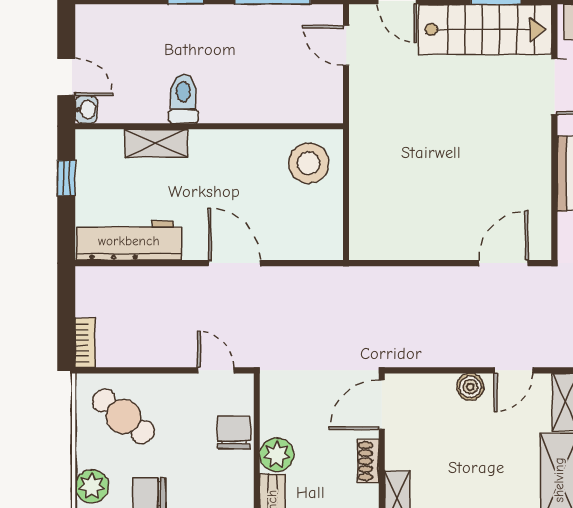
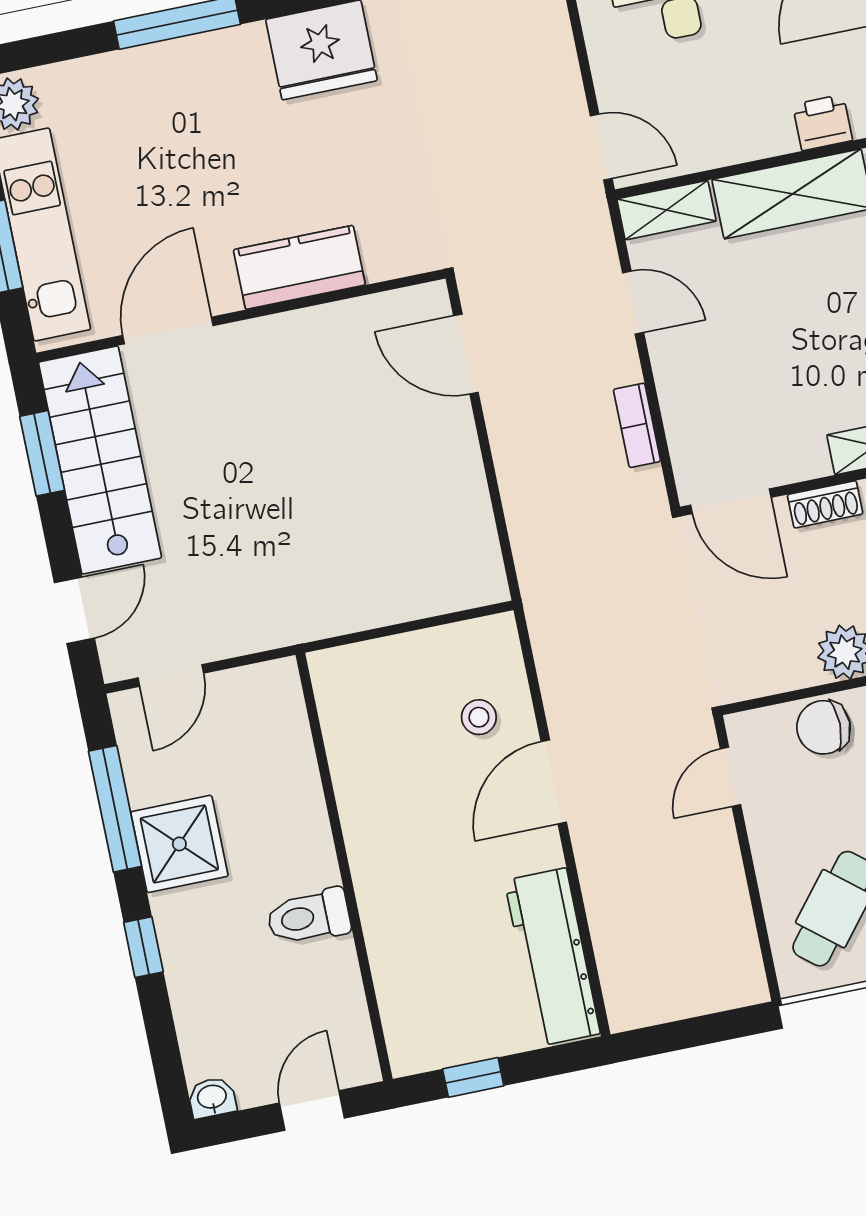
shower: (243, 30) -> (179, 844), added
washbasin: (86, 109) -> (212, 1098), moved
shelving: (156, 143) -> (389, 946), removed
stool: (309, 163) -> (479, 717), moved, width x0.53, depth x0.53
bookcase: (85, 343) -> (637, 425), moved, turned -90
boiler: (470, 387) -> (674, 366), removed

